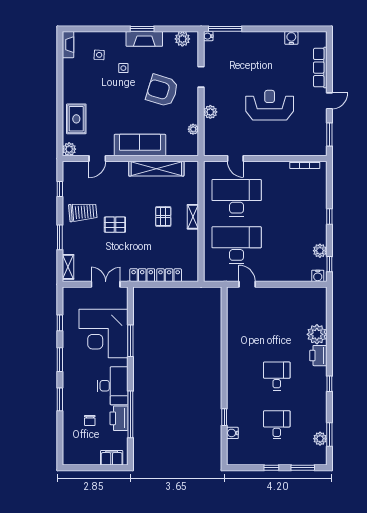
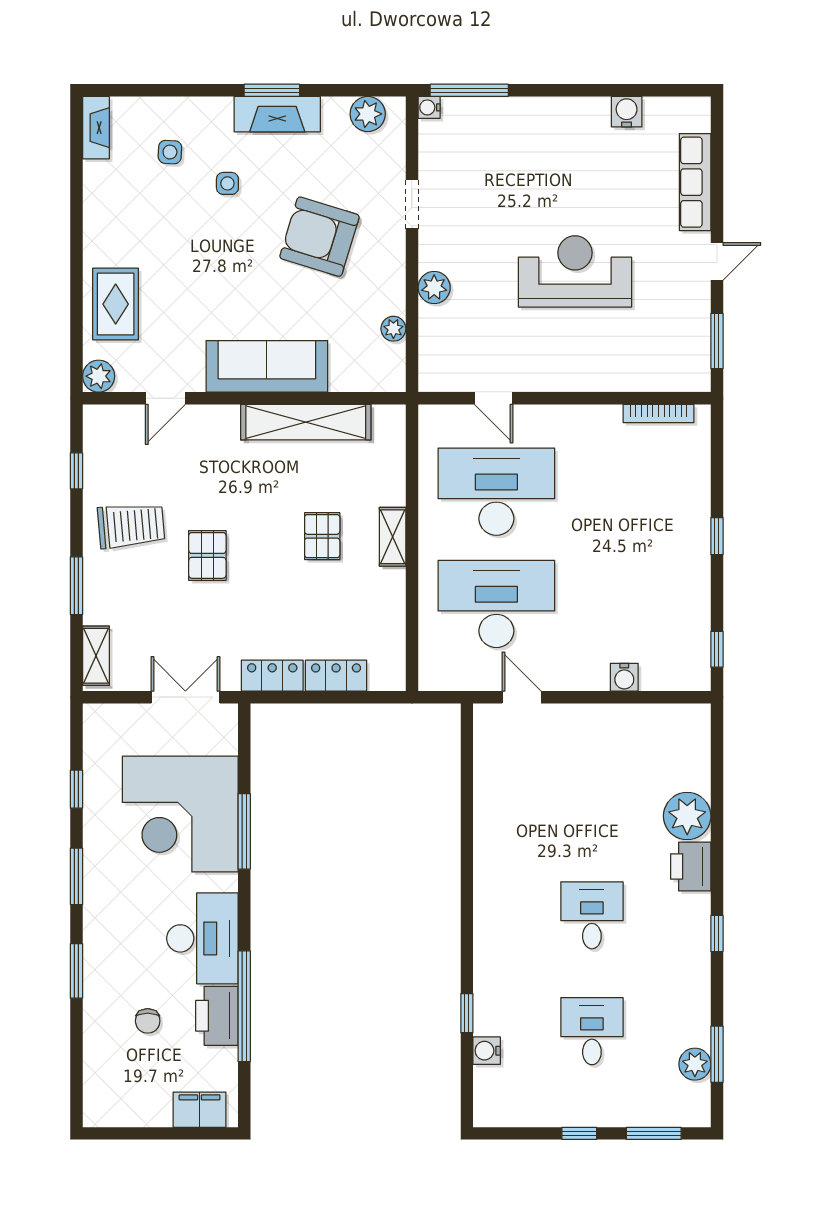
pallet: (115, 225) -> (207, 555), turned 90
plant: (320, 251) -> (695, 617), removed
water cooler: (318, 276) -> (624, 677), moved

